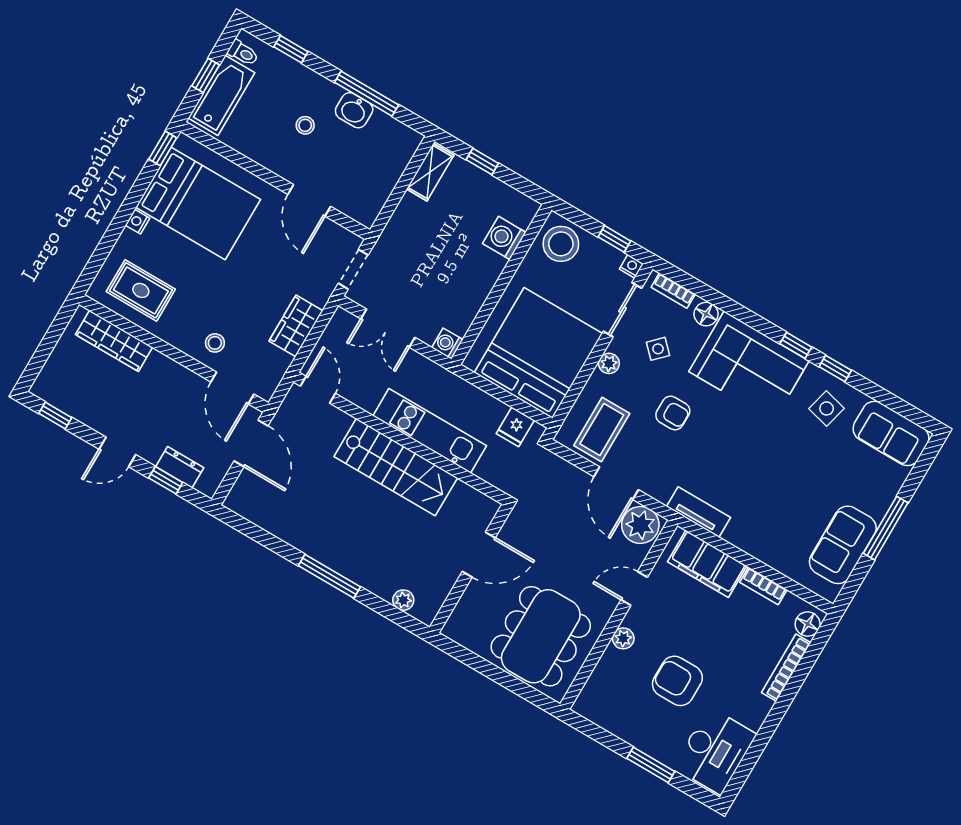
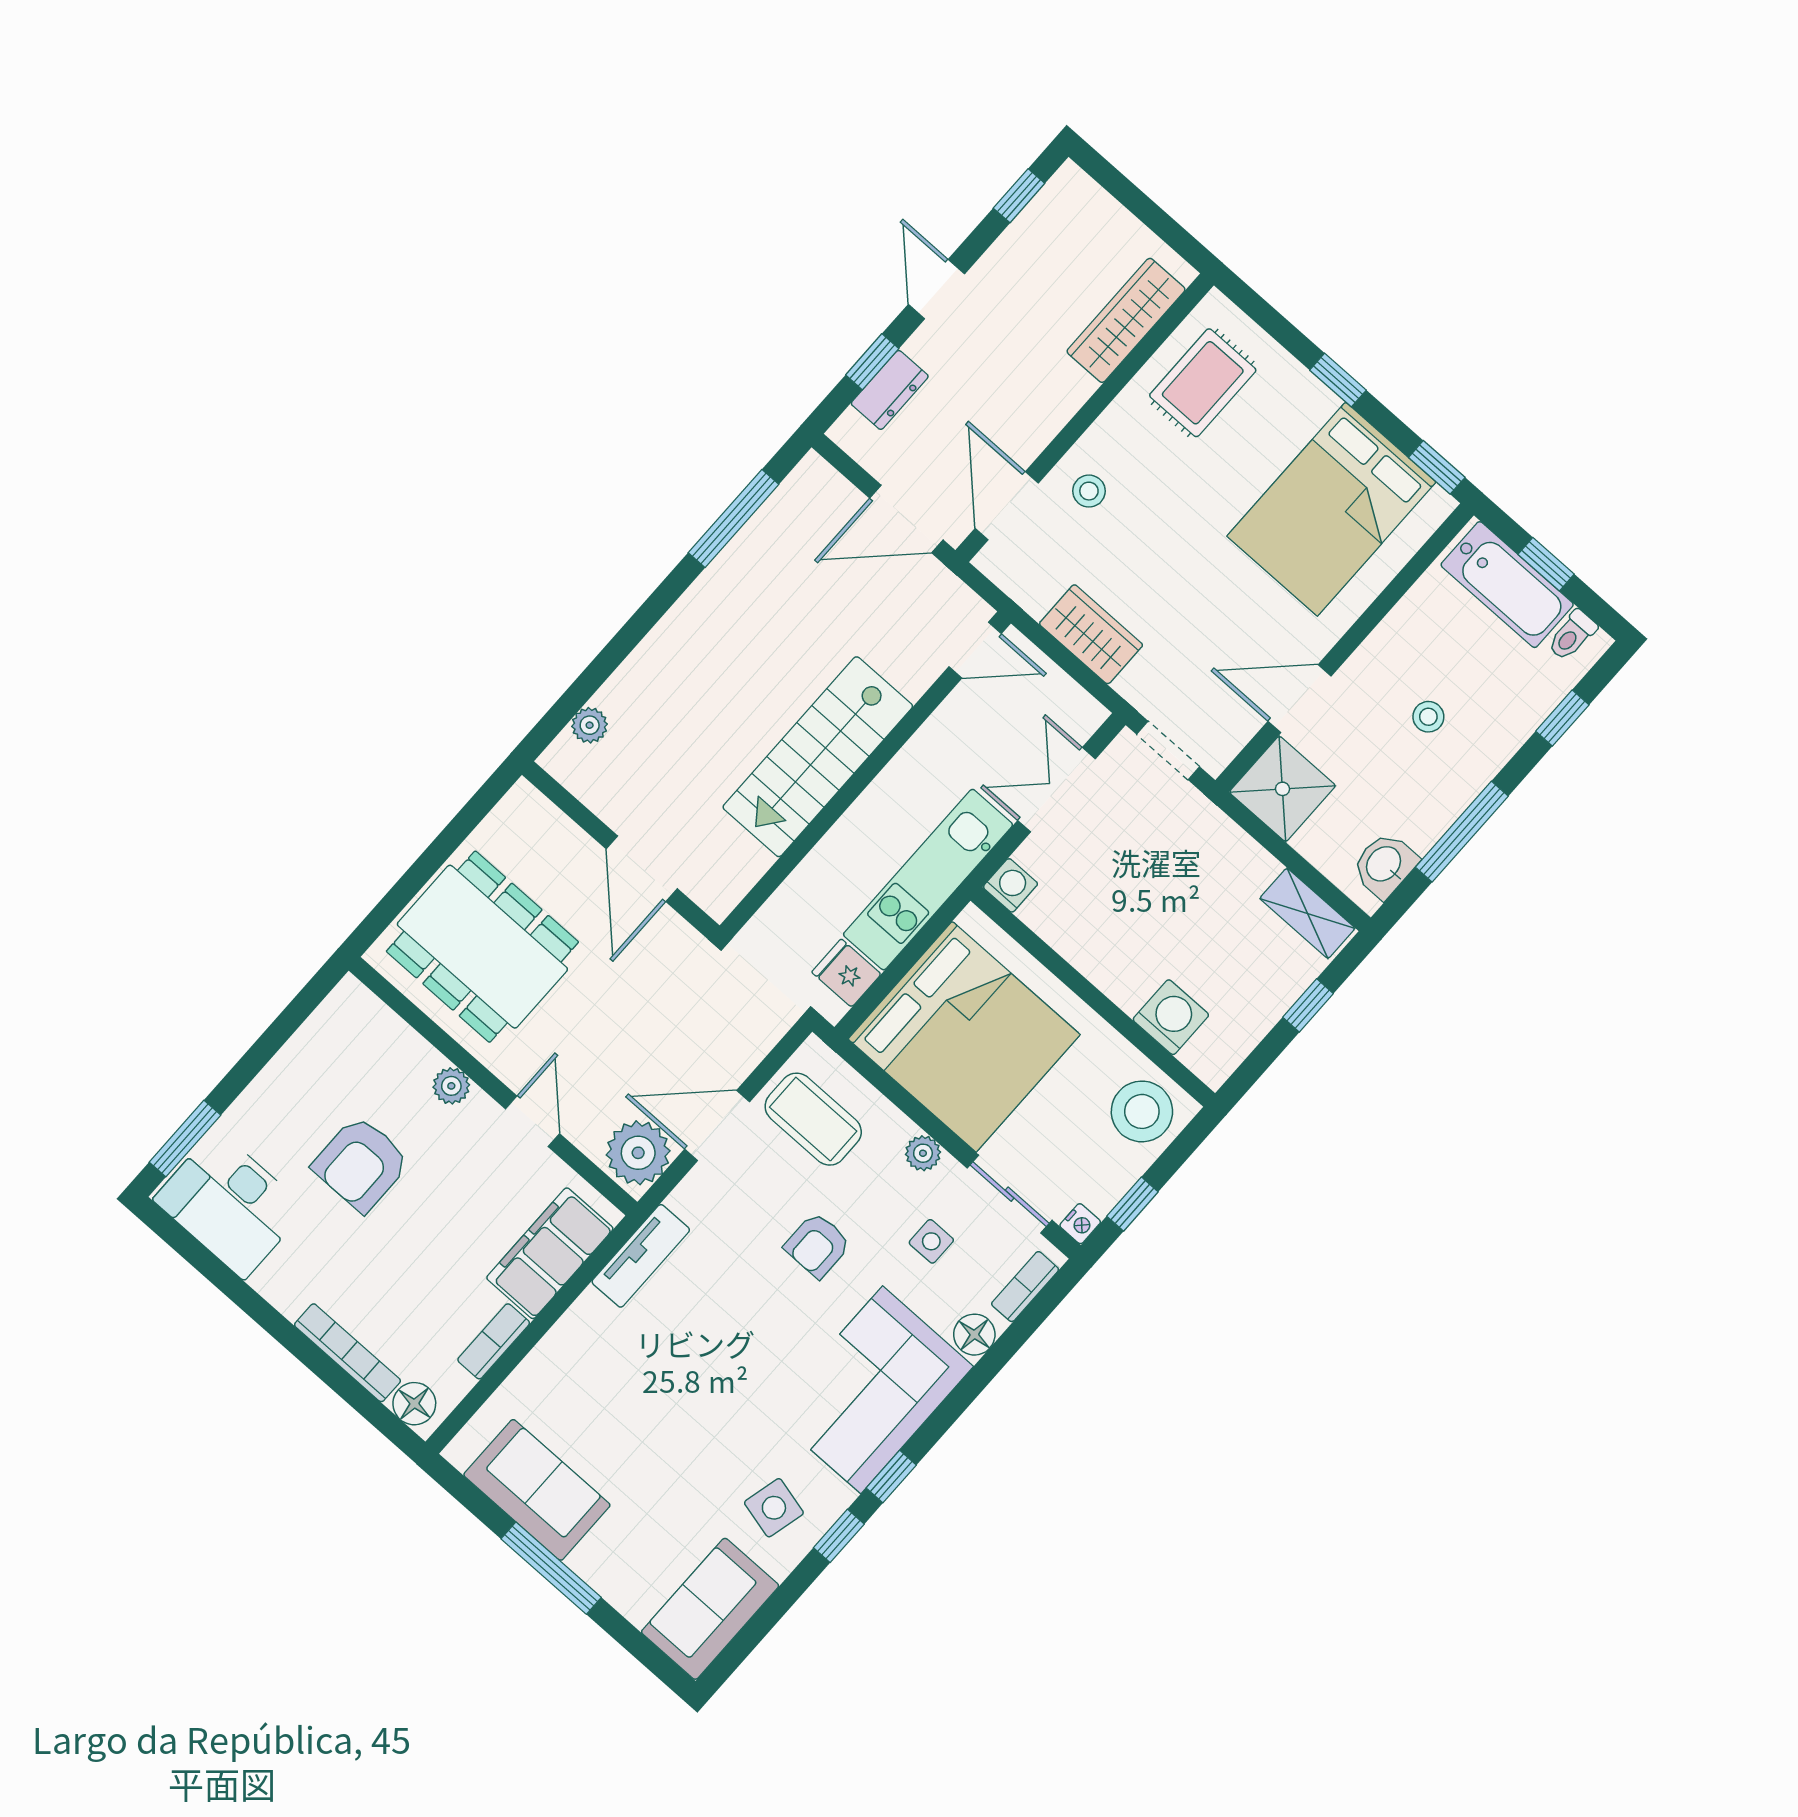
washbasin: (354, 110) -> (1385, 865), moved
shower: (362, 200) -> (1282, 789), added
window: (124, 214) -> (1338, 380), added
nightstand: (138, 222) -> (1321, 400), removed
side table: (658, 349) -> (931, 1241), turned 45
door: (232, 388) -> (1007, 506), hinge flipped
kitchen unit: (430, 431) -> (928, 880), moved, turned 180
window: (329, 576) -> (733, 519), moved
armchair: (677, 681) -> (361, 1164), turned 180
window: (651, 765) -> (185, 1139), moved

